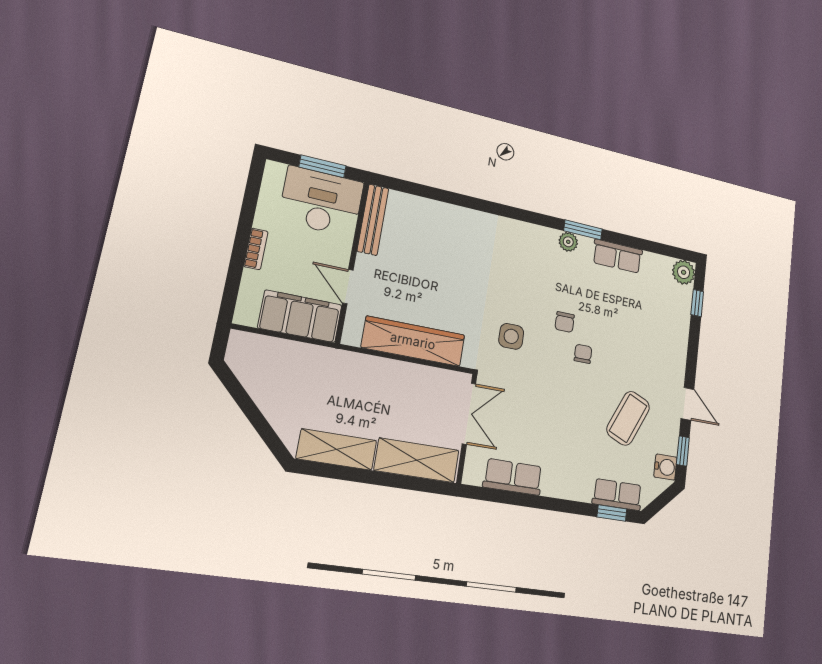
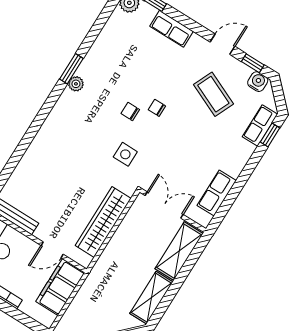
row of seats: (617, 256) -> (171, 29), moved, turned 90
chair: (565, 322) -> (130, 112), turned 180

